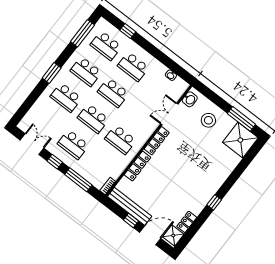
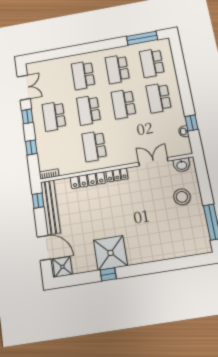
window: (128, 31) -> (192, 123), moved
window: (52, 73) -> (90, 48), removed
shower: (240, 140) -> (111, 253), moved
locker: (157, 141) -> (117, 175), width x0.66
window: (78, 180) -> (31, 147), width x0.46
window: (214, 202) -> (108, 274), moved
window: (131, 220) -> (38, 201), moved
locker: (187, 222) -> (84, 266), removed

